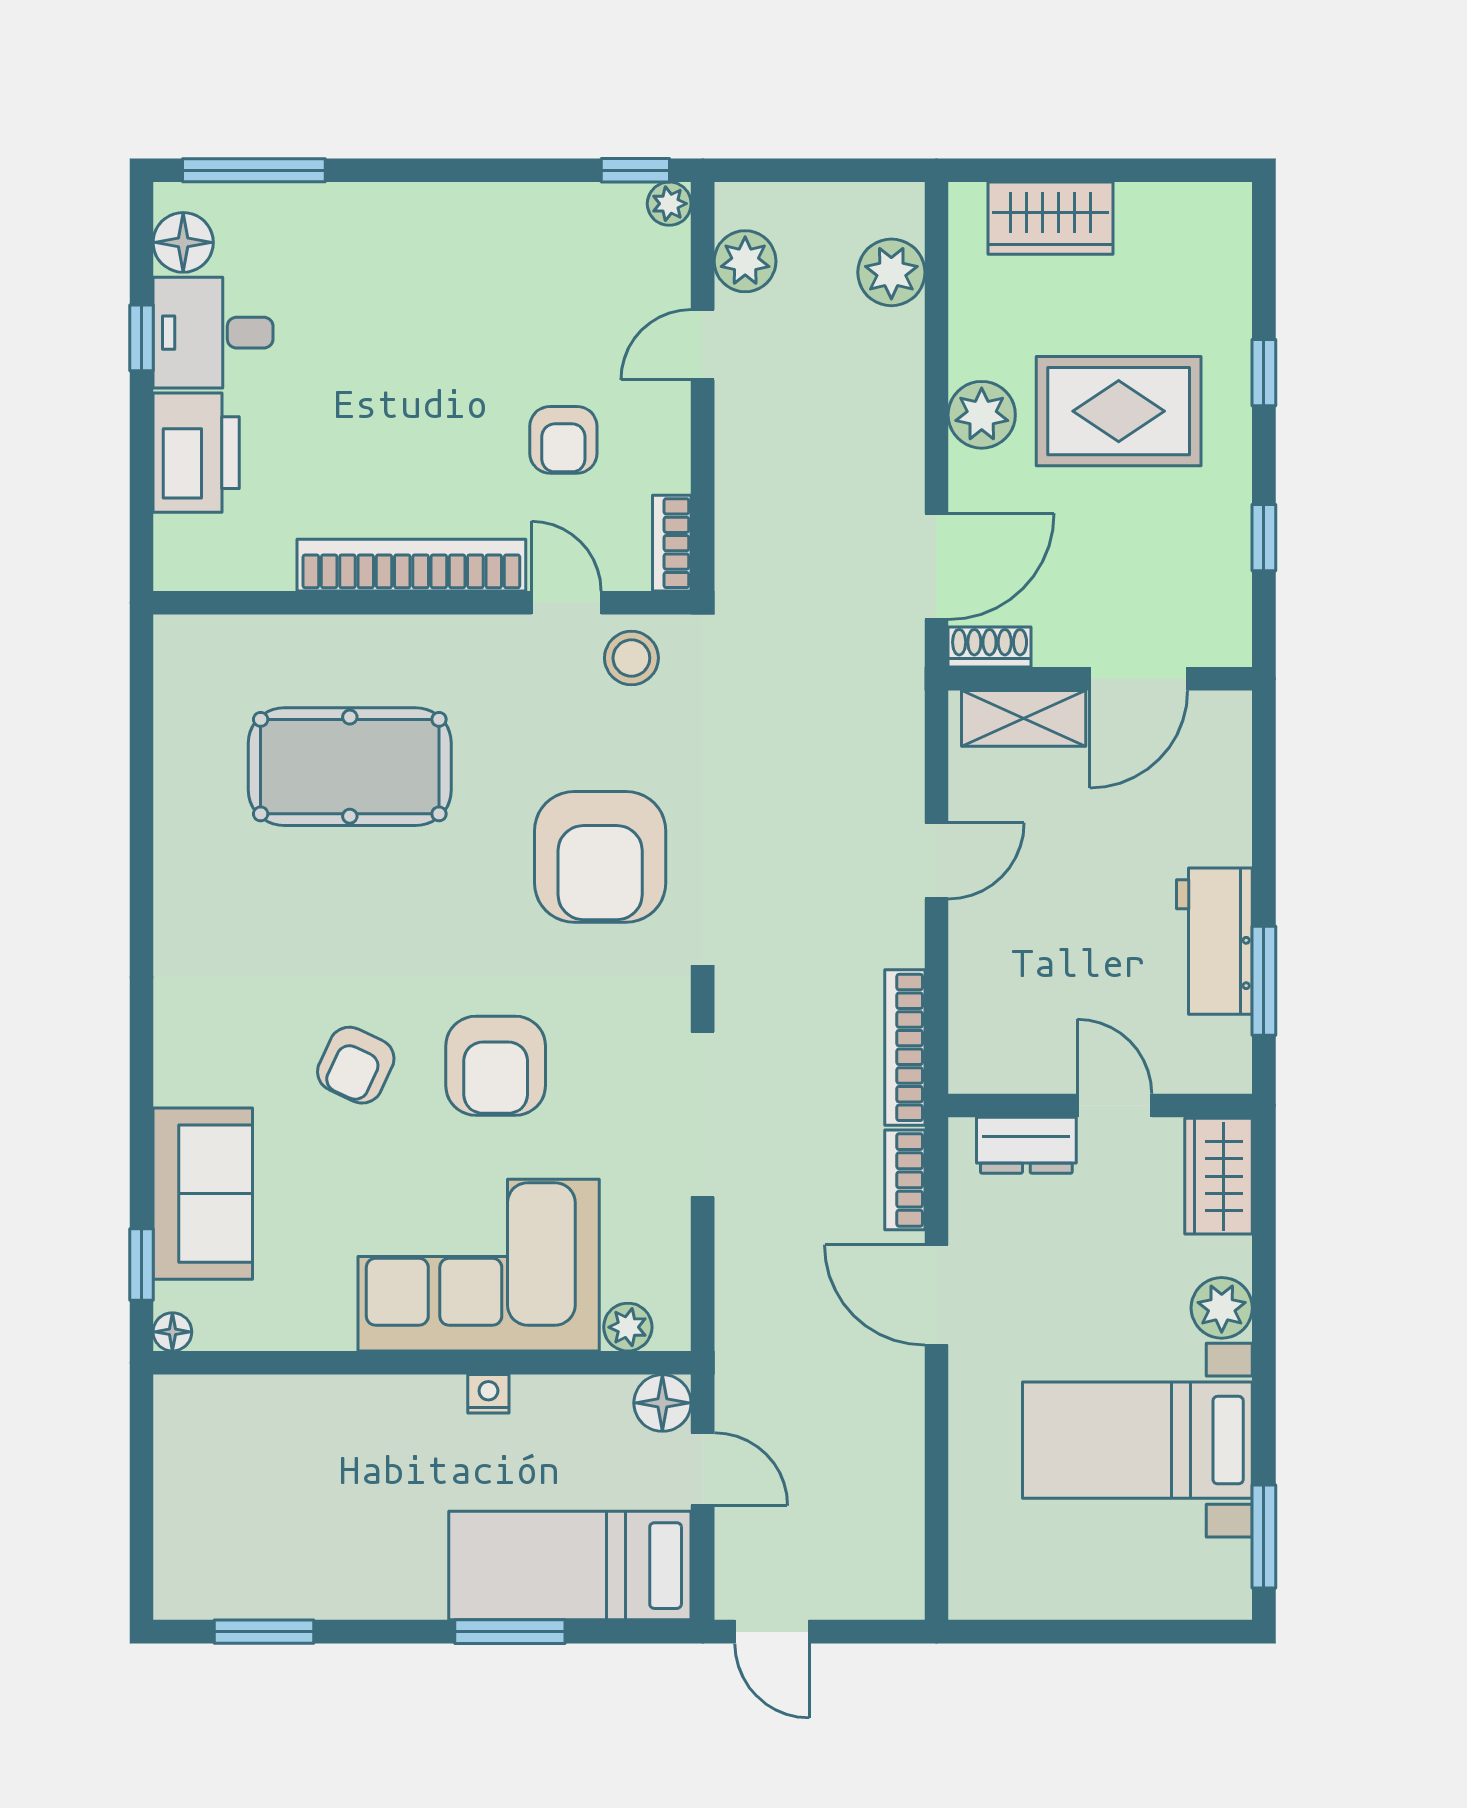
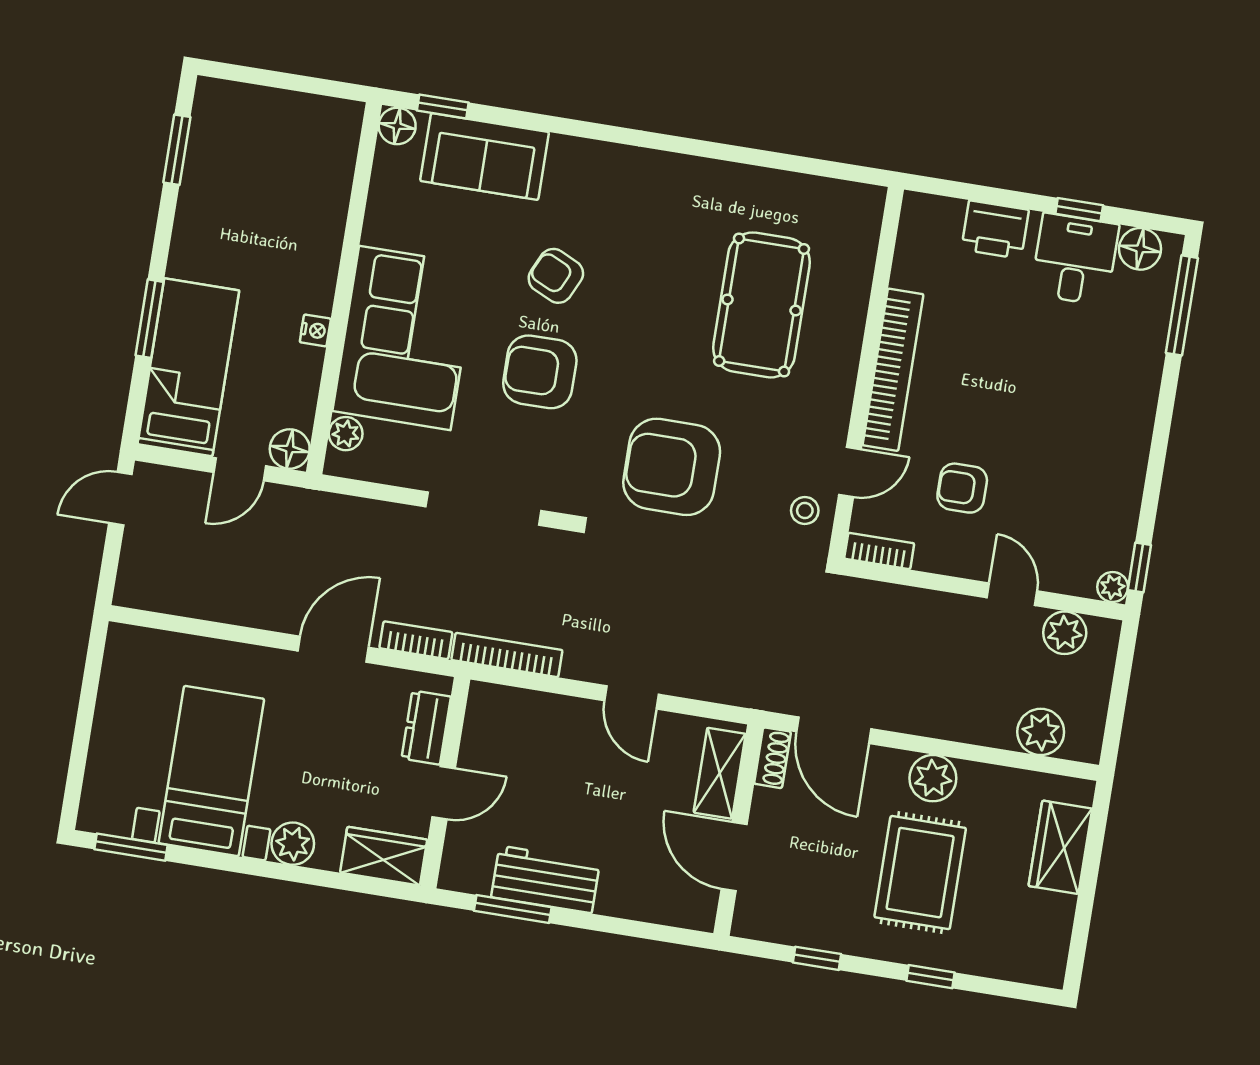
printer: (196, 453) -> (995, 230), width x0.73, depth x0.84
stool: (631, 658) -> (805, 511), width x0.73, depth x0.73
floor lamp: (172, 1332) -> (397, 126), width x1.37, depth x1.37

